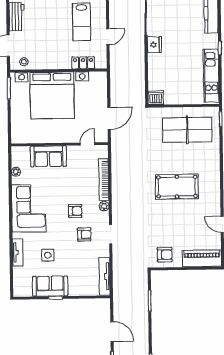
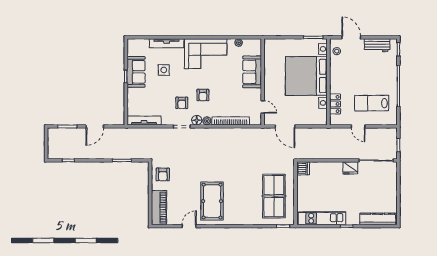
pool table: (177, 187) -> (212, 201), moved
floor lamp: (103, 217) -> (197, 120), added
tv unit: (18, 252) -> (167, 43), width x1.41

